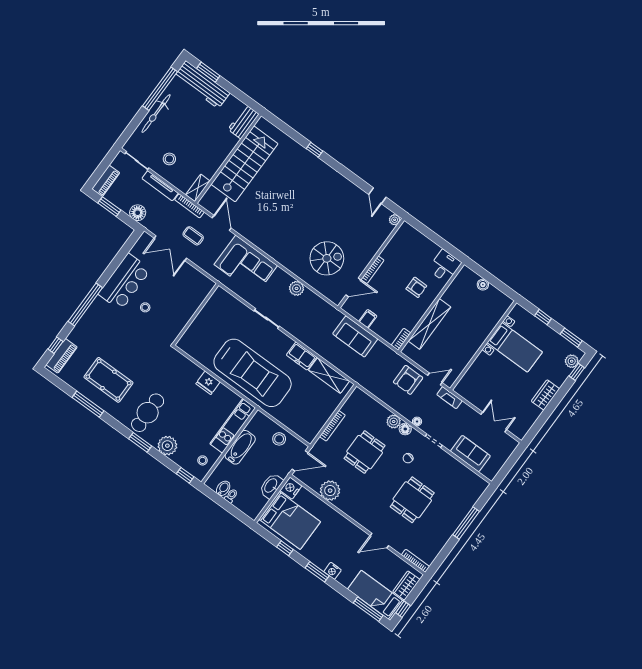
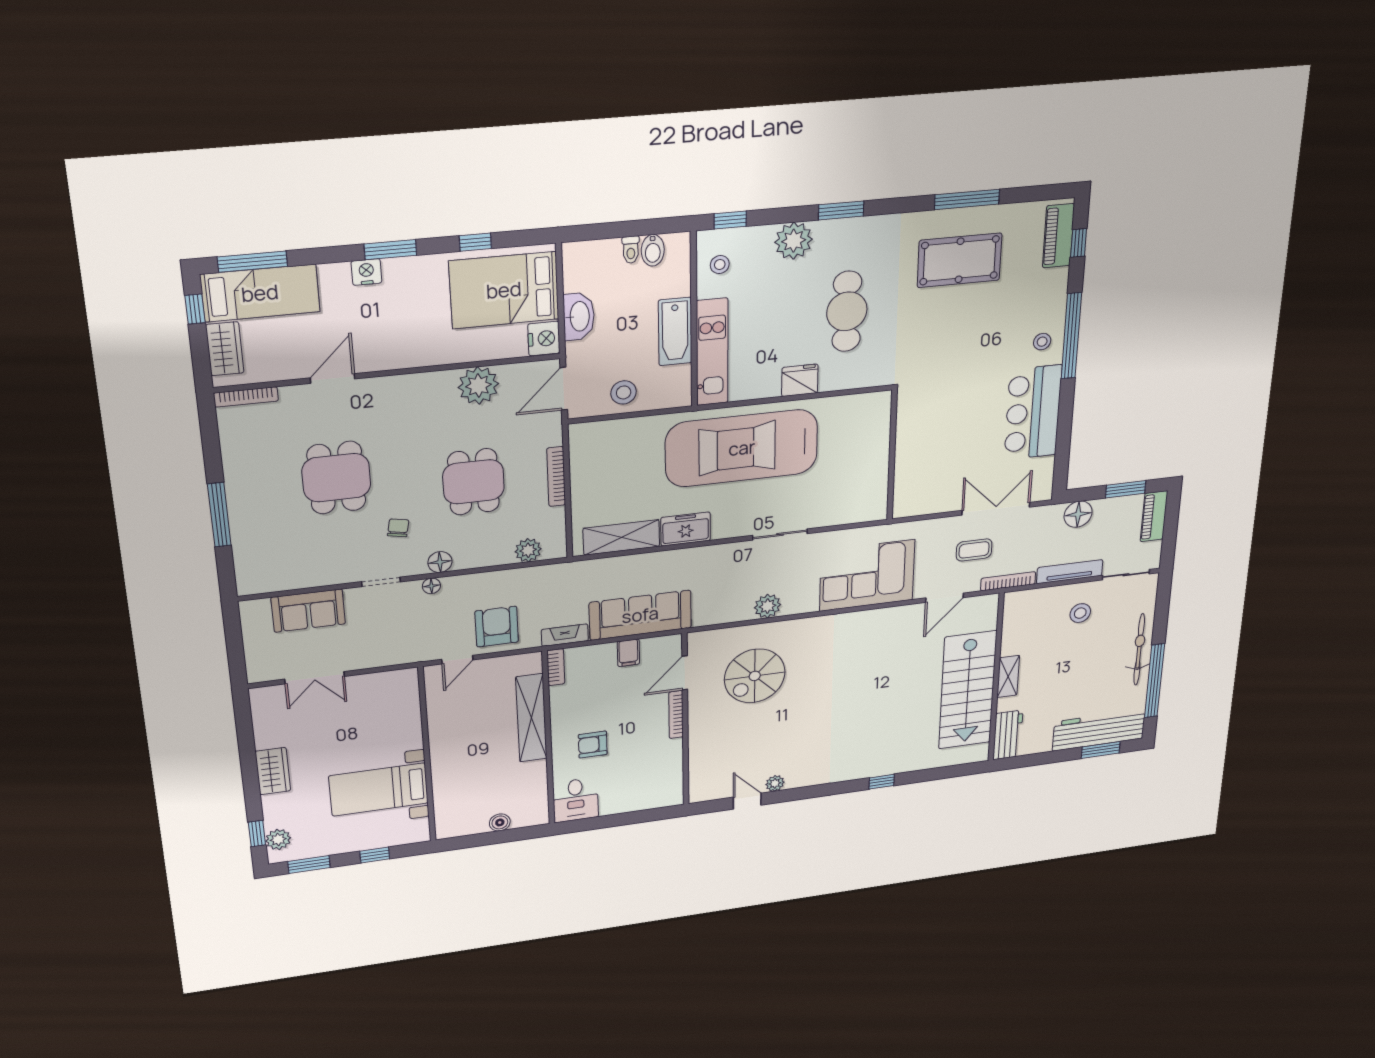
shelving: (198, 188) -> (1008, 676), moved
plant: (395, 220) -> (775, 783), moved
door: (222, 223) -> (945, 598), hinge flipped
stool: (145, 307) -> (1042, 342), moved
sofa: (355, 336) -> (640, 615), width x1.36
fireplace: (449, 398) -> (565, 635), moved
cafe table: (148, 413) -> (847, 311), moved
plant: (394, 421) -> (528, 550), moved

